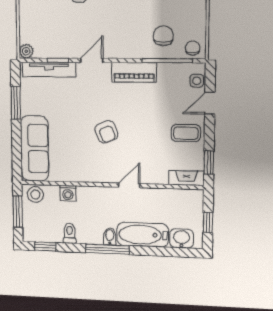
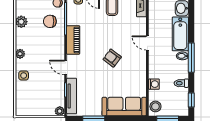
armchair: (106, 132) -> (112, 58), turned -121

